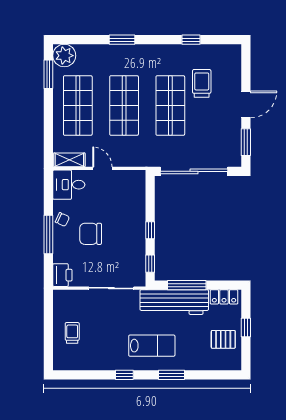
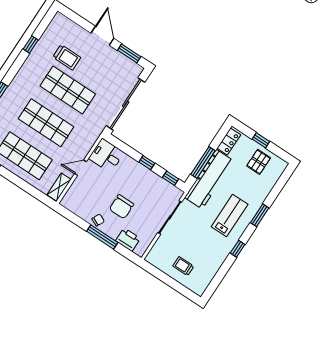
trolley: (202, 83) -> (67, 57), turned 180
desk: (69, 185) -> (106, 156), moved, turned 90
printer: (62, 275) -> (128, 240), moved

